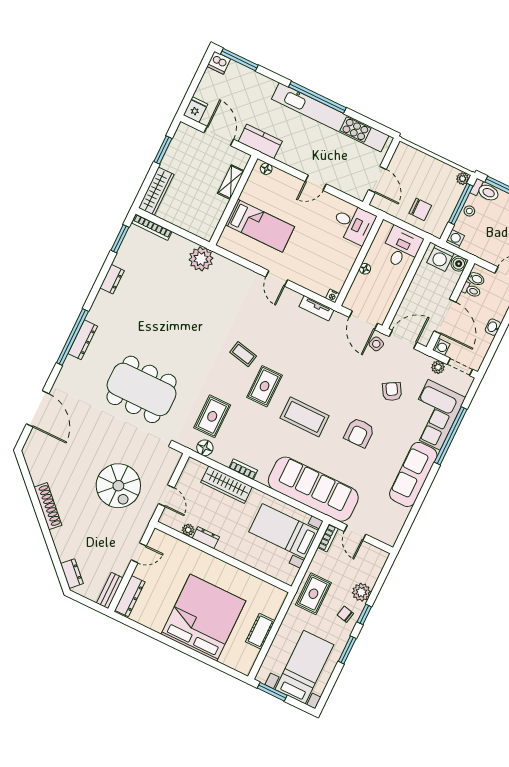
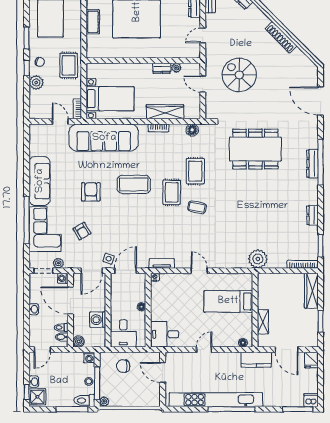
washing machine: (440, 258) -> (98, 320), moved, turned -90
door: (363, 320) -> (125, 271), hinge flipped
rug: (212, 416) -> (195, 171), moved

